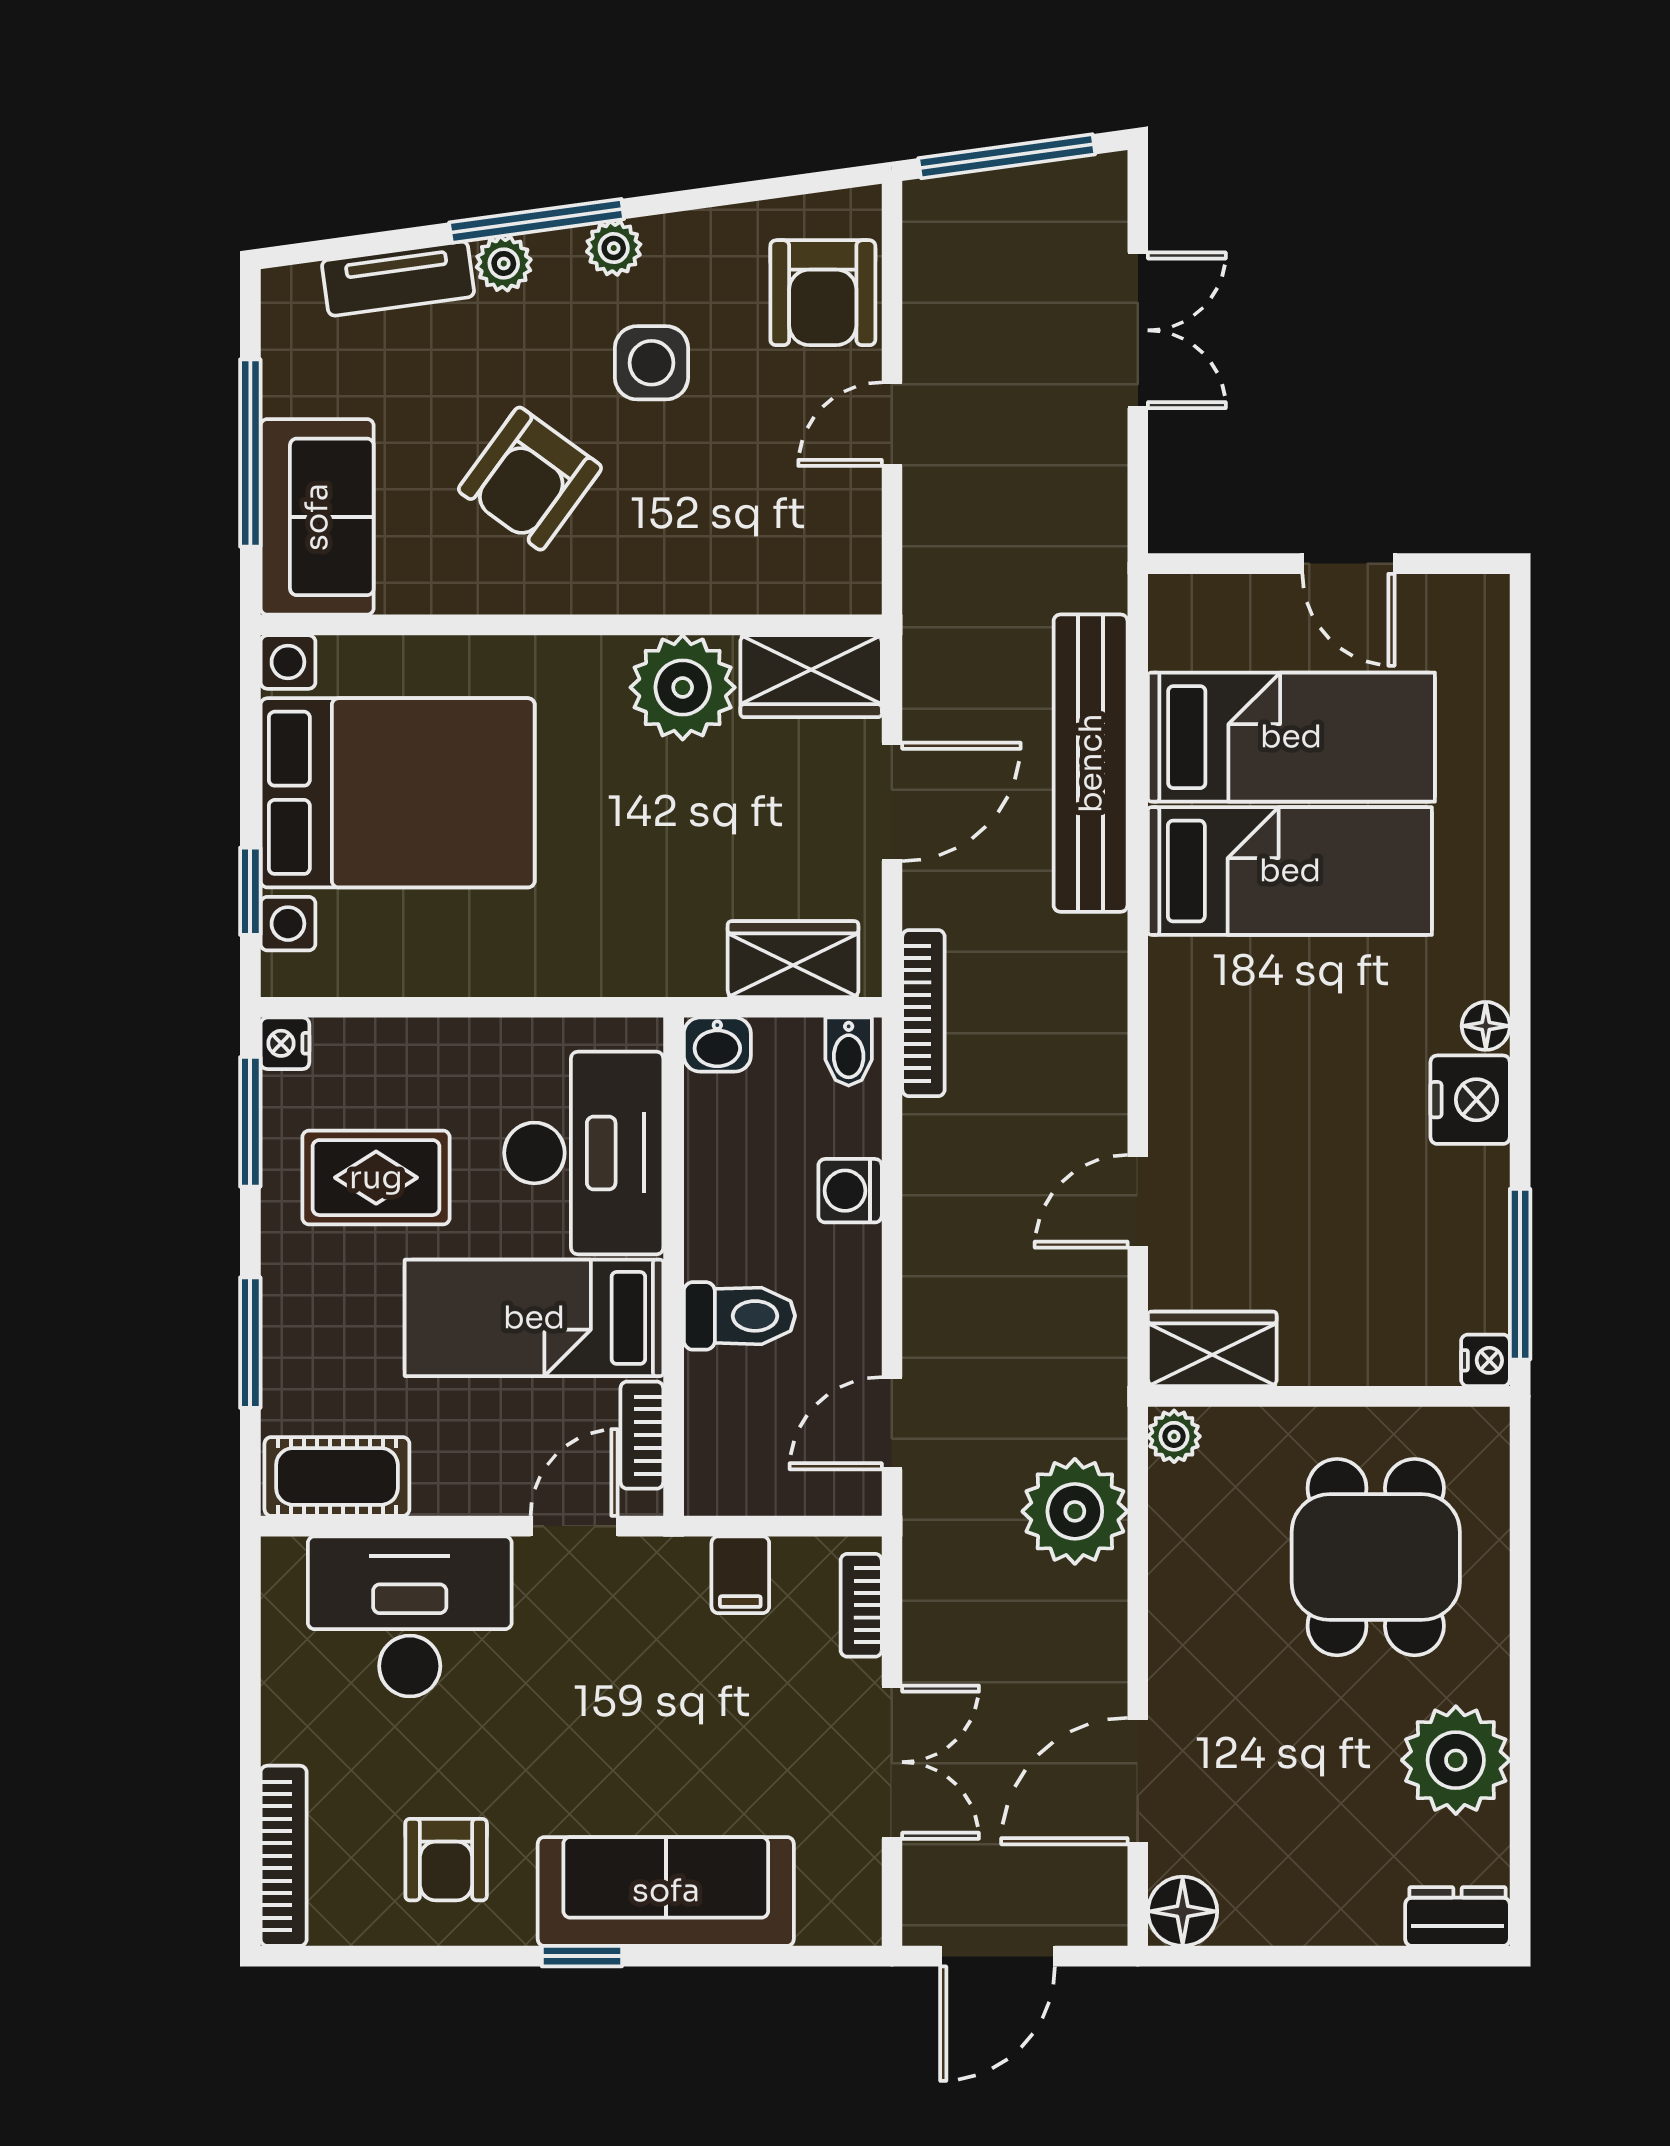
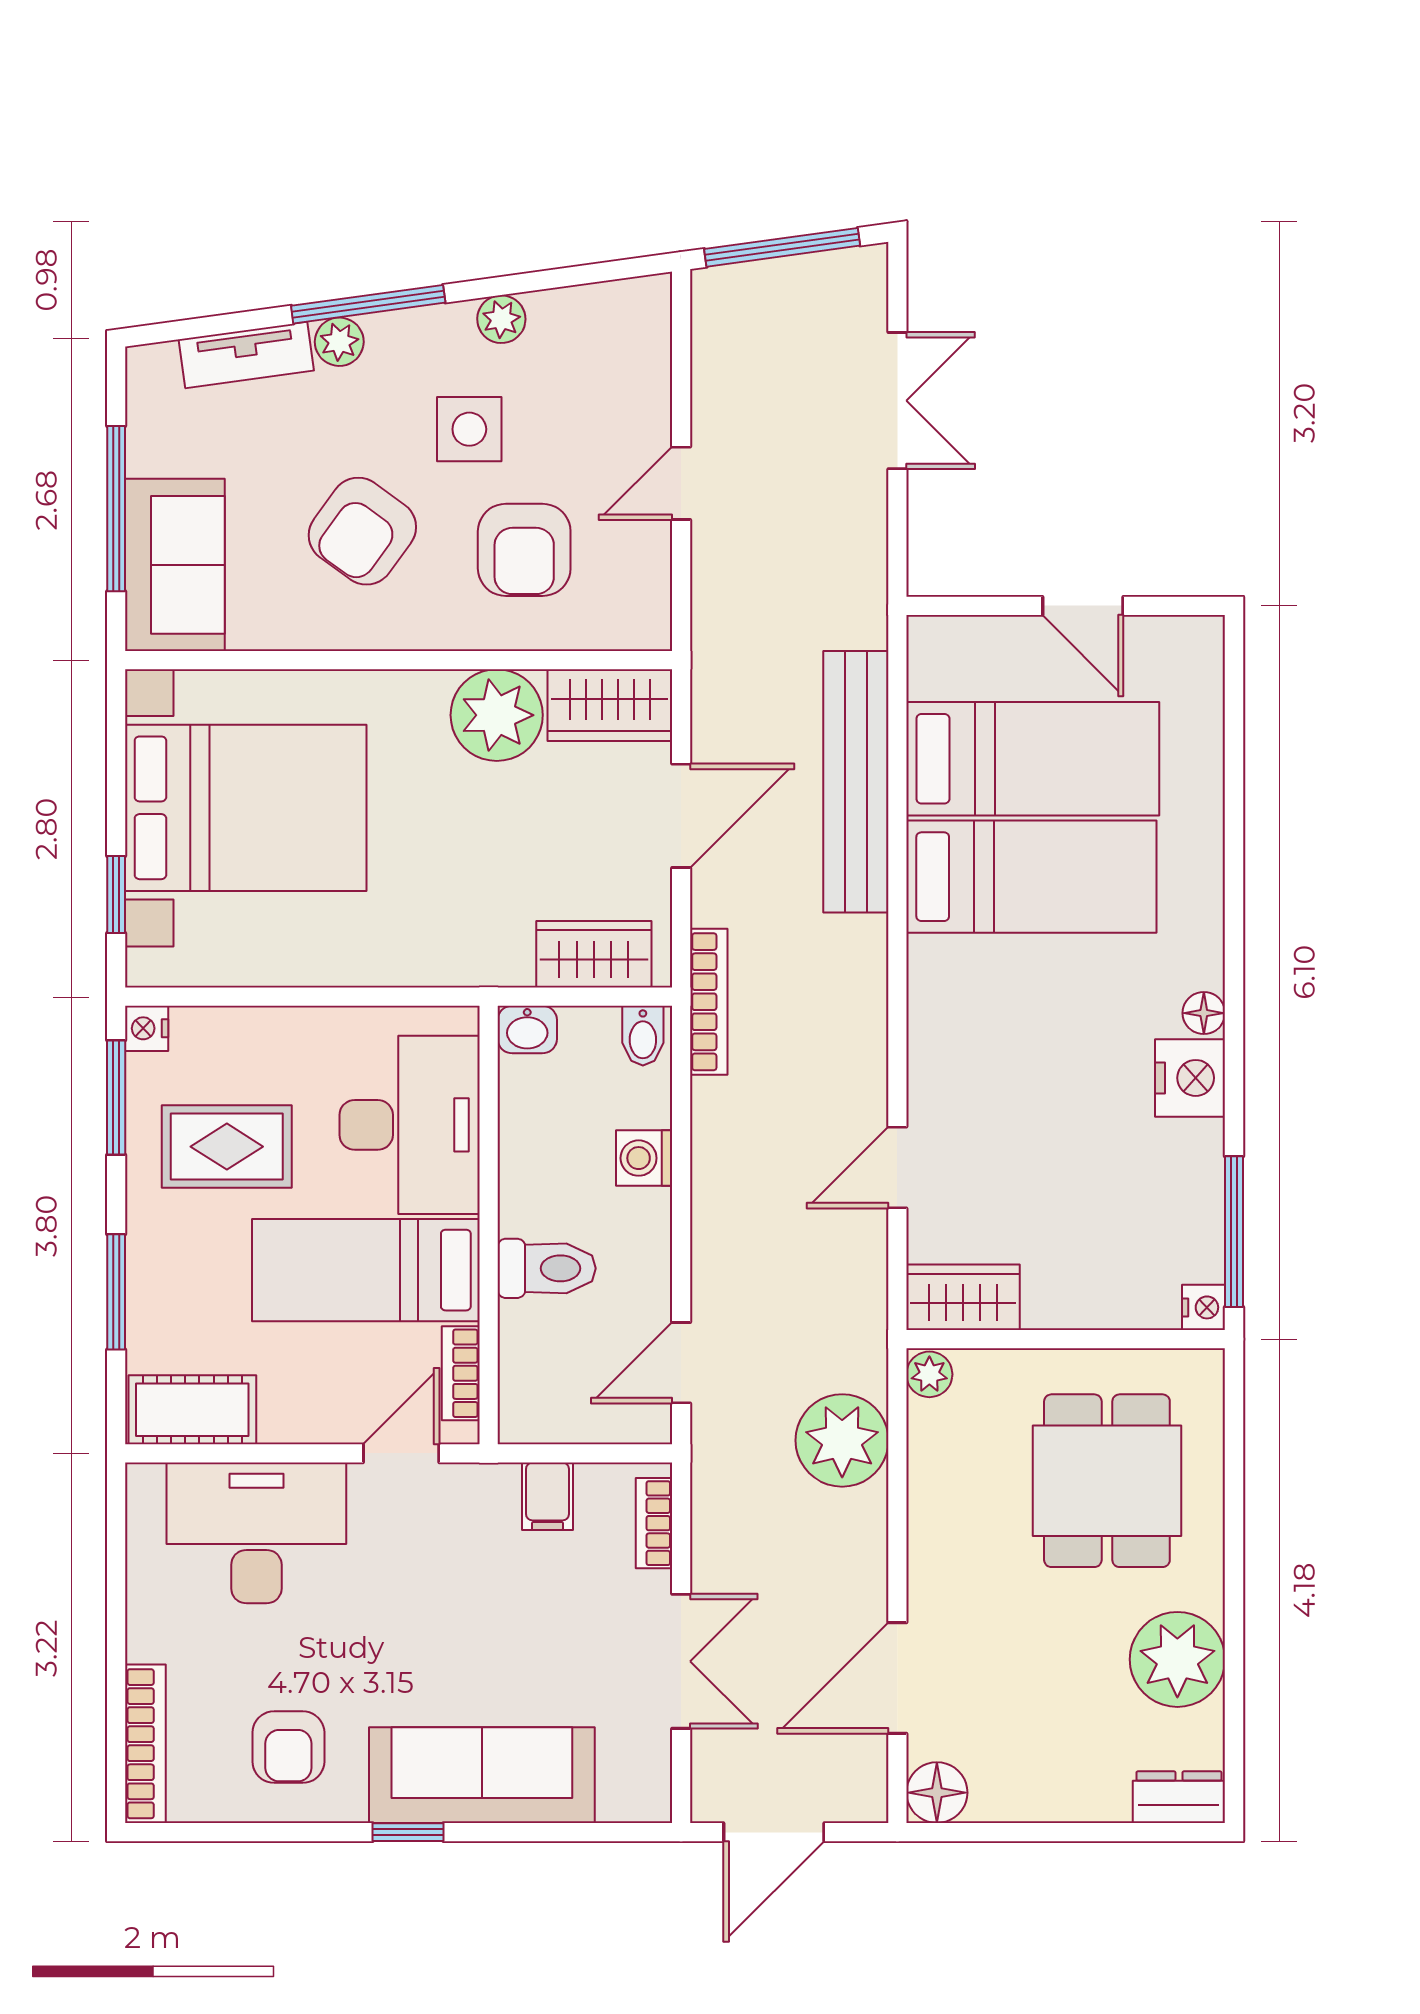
plant: (614, 248) -> (501, 319), moved
armchair: (823, 293) -> (524, 550), moved

